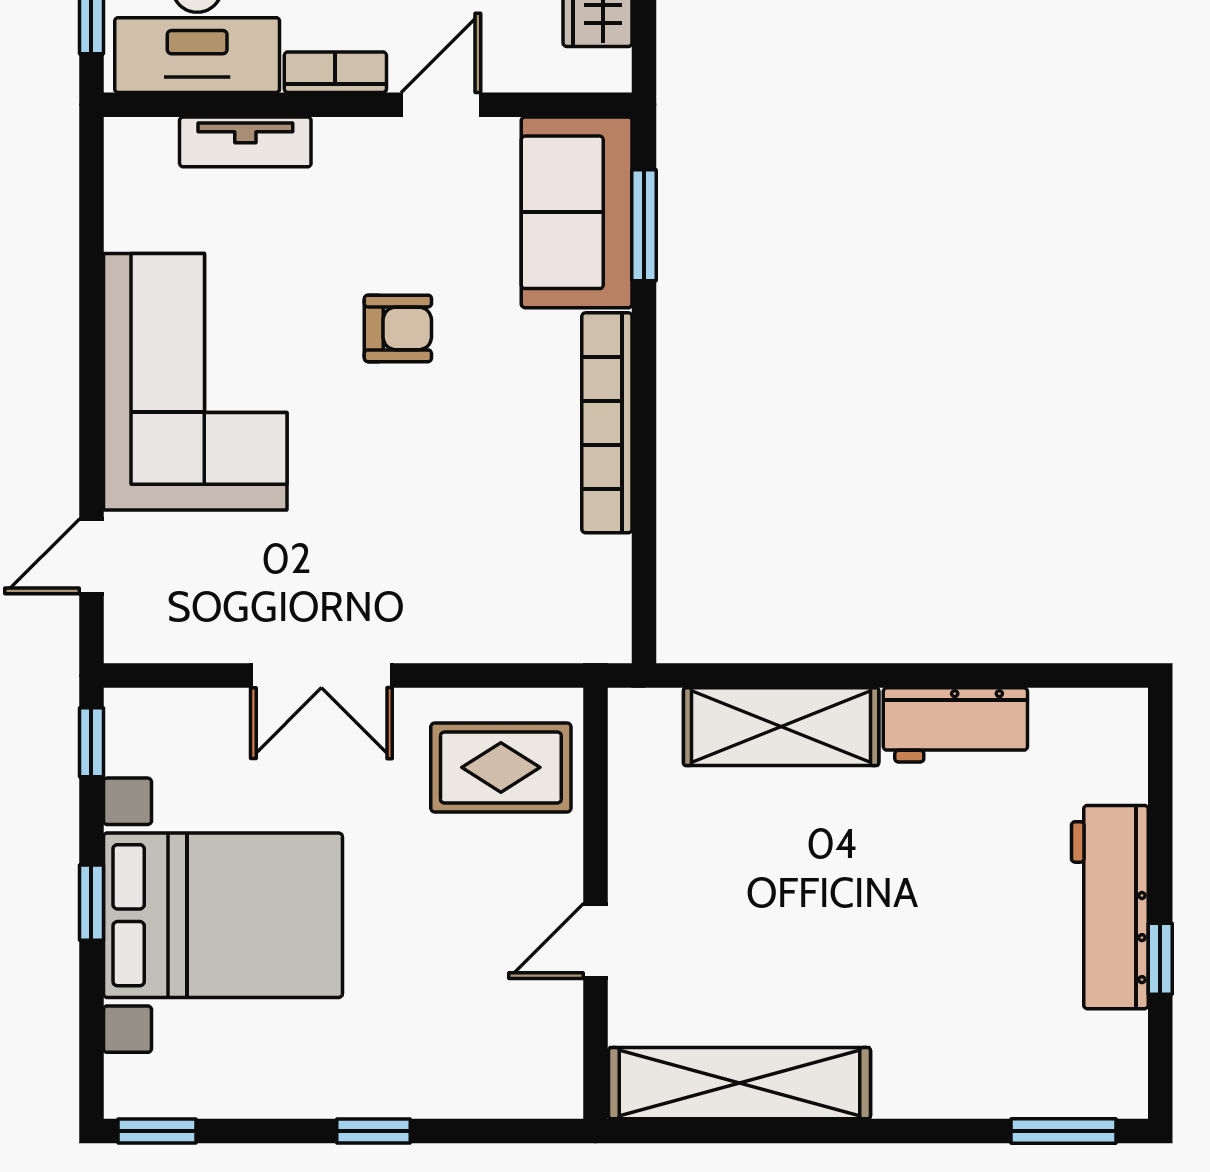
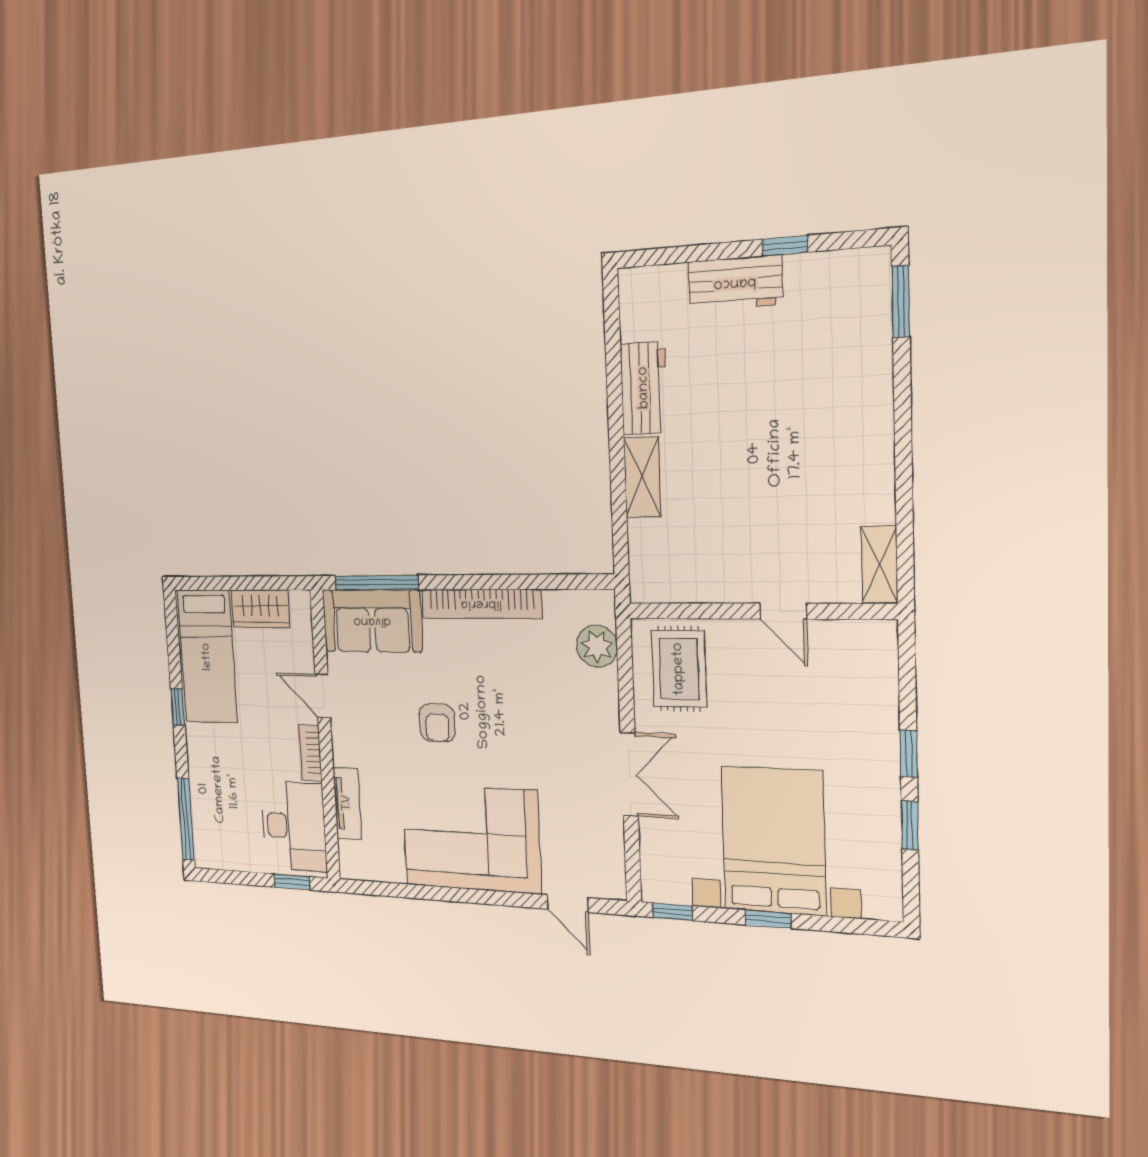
window: (644, 225) -> (376, 583), width x1.44
armchair: (398, 328) -> (437, 723), turned 180
plant: (536, 628) -> (597, 646), added
shelving: (781, 727) -> (642, 477), width x0.67, depth x0.75
workbench: (1110, 907) -> (735, 283), width x0.73
shelving: (740, 1083) -> (879, 565), width x0.45, depth x0.75
window: (157, 1131) -> (910, 826), moved

